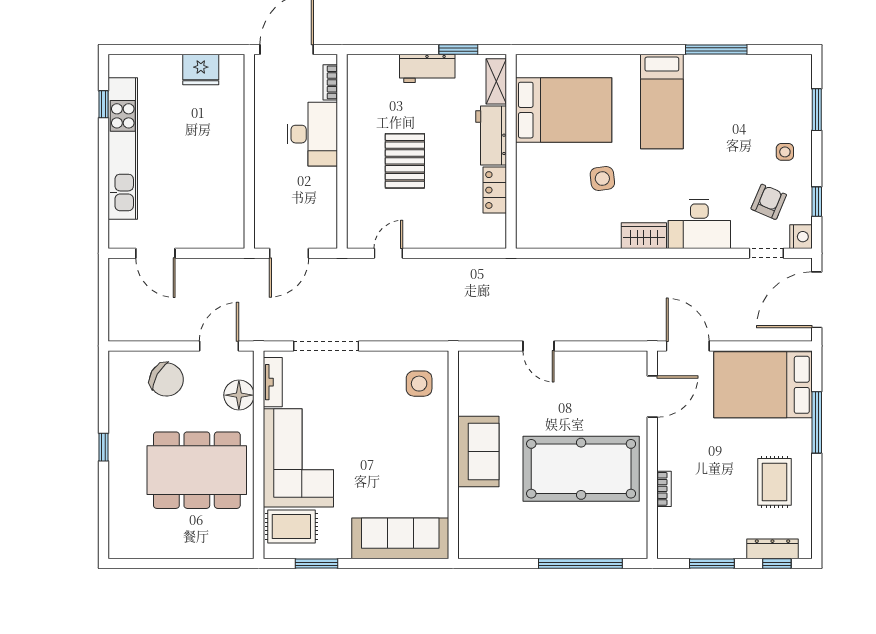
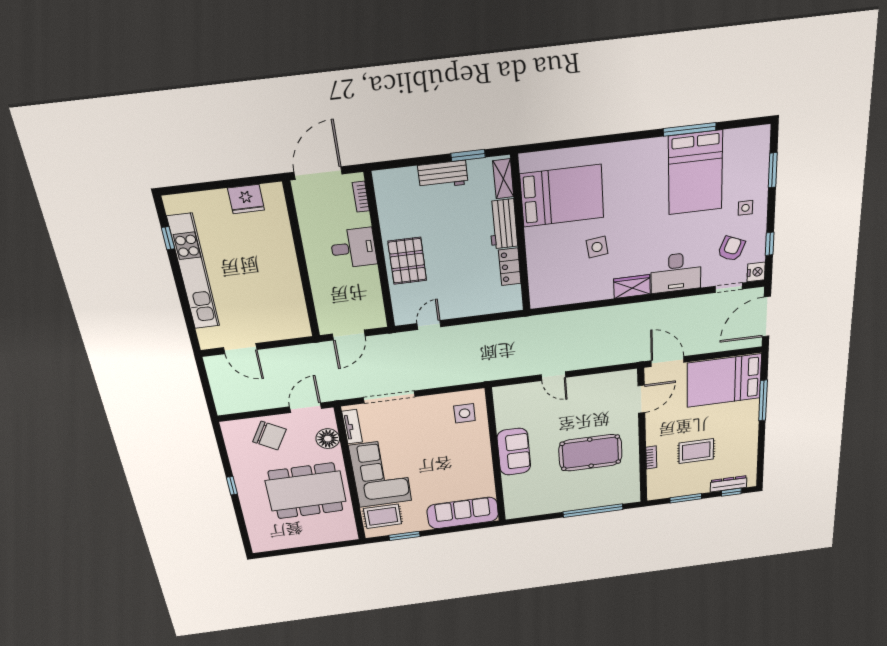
bed: (662, 101) -> (695, 173), moved, width x1.50
desk: (312, 134) -> (353, 248), width x0.73
pallet: (405, 161) -> (407, 261), moved
pool table: (581, 469) -> (590, 453), width x0.73, depth x0.76
rug: (774, 482) -> (696, 451), moved, turned 90

